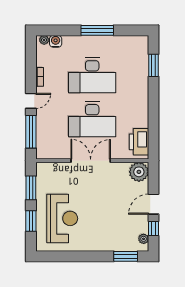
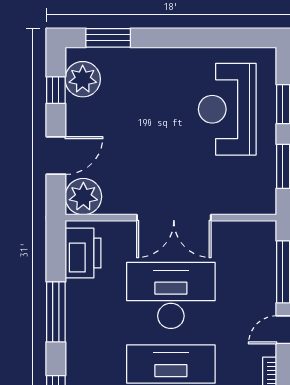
window: (153, 110) -> (56, 312), added
door: (153, 204) -> (56, 156), moved
plant: (144, 239) -> (83, 79), width x1.88, depth x1.88

